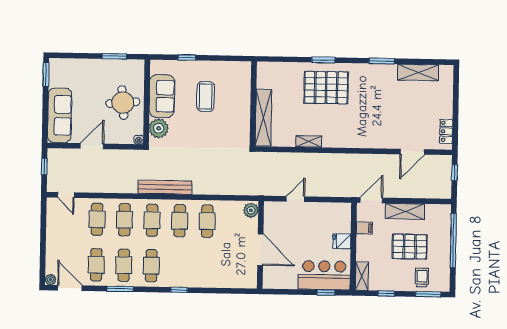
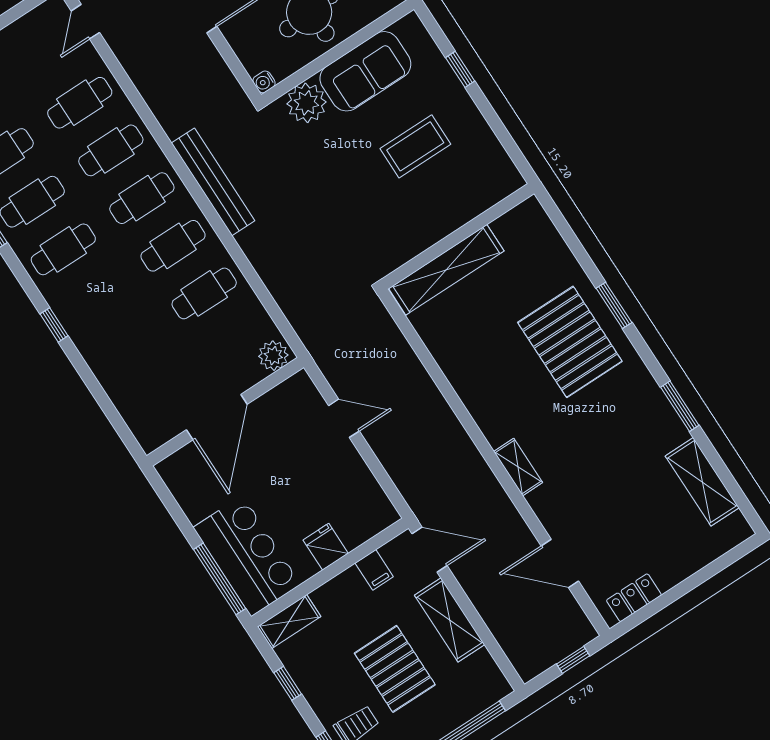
shelving: (309, 141) -> (518, 467), moved
window: (326, 292) -> (220, 579), width x2.17

